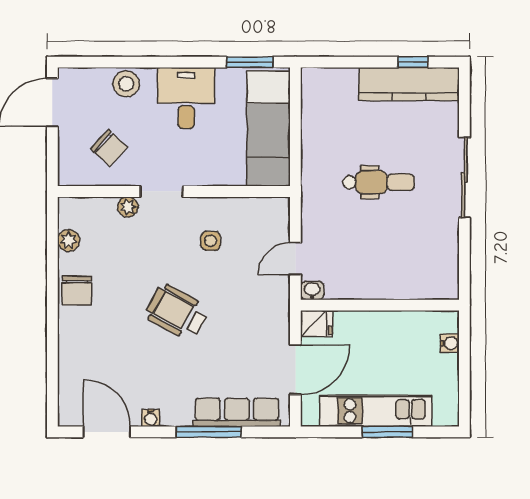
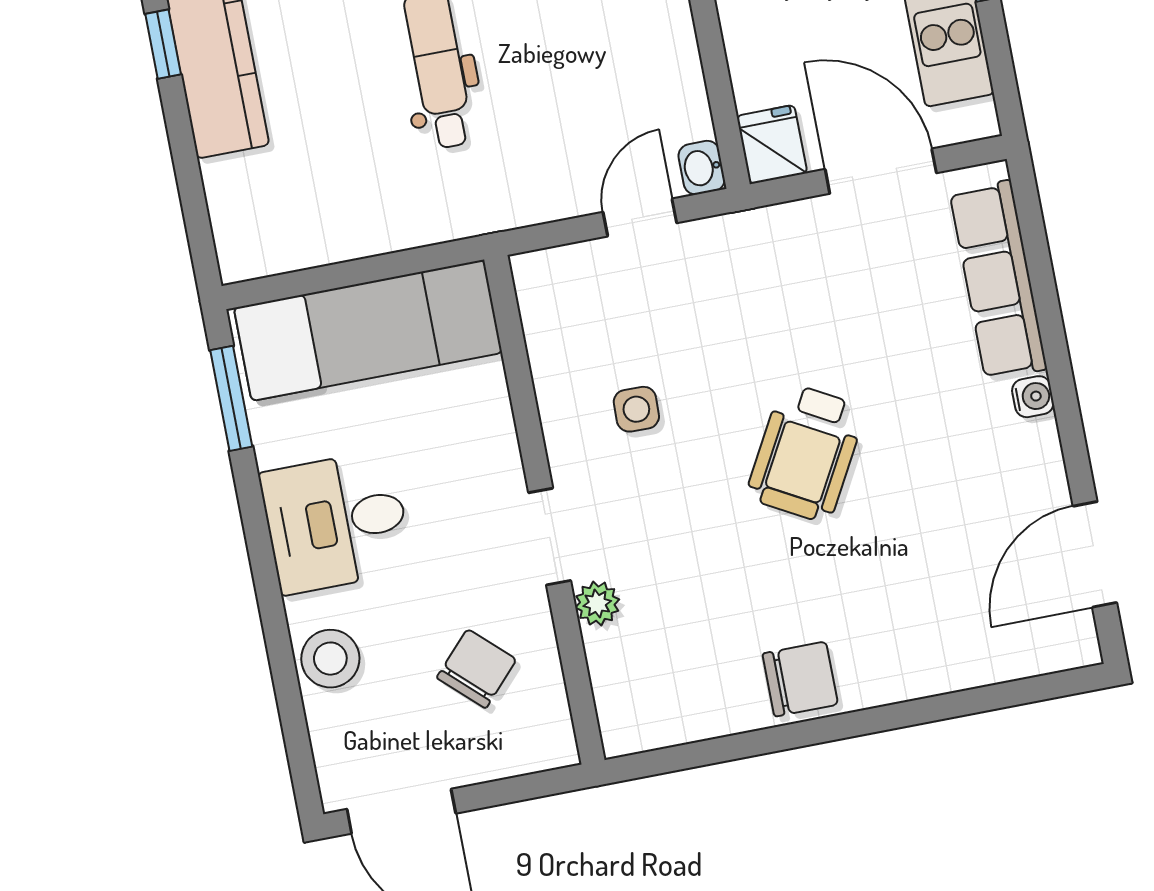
plant: (69, 241) -> (695, 718), removed
door: (295, 259) -> (640, 217), swing flipped
water cooler: (151, 418) -> (1033, 397), moved
window: (209, 432) -> (1052, 334), removed

